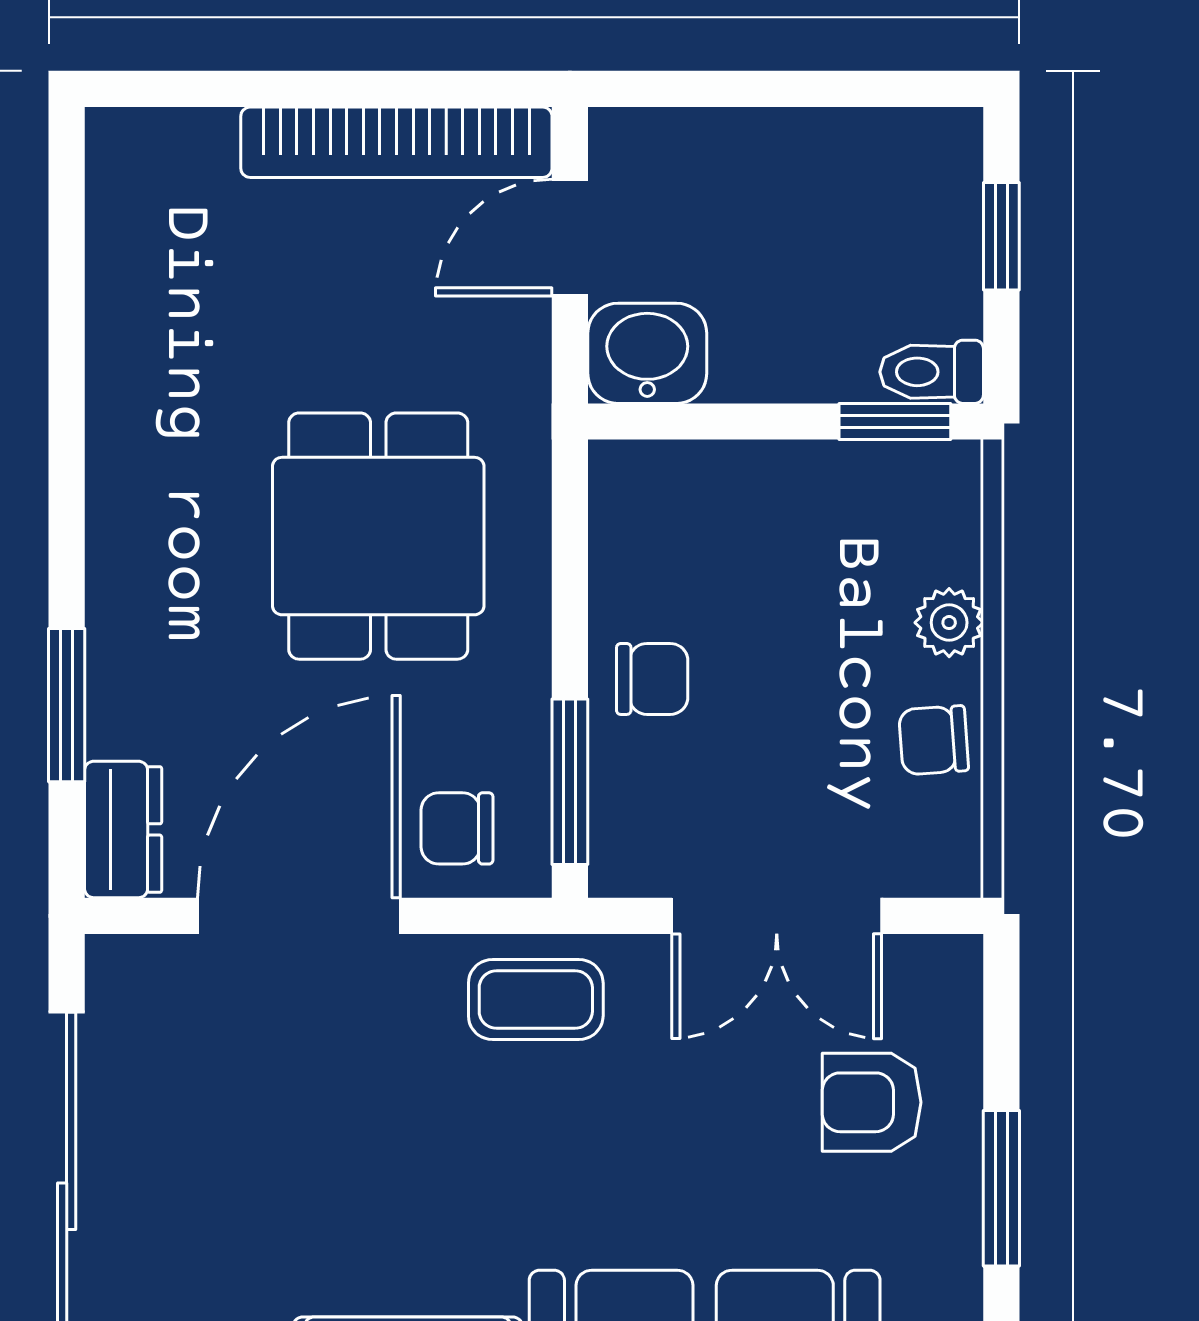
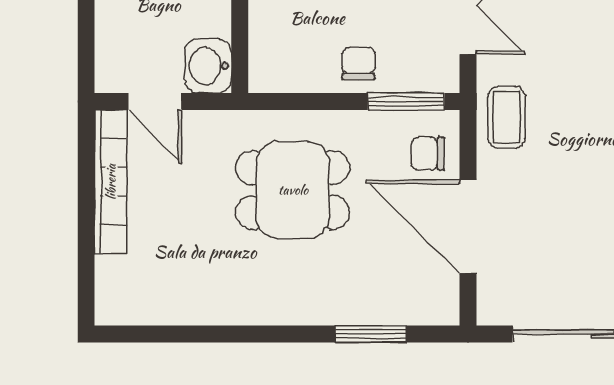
chair: (457, 828) -> (428, 154), turned 90
dresser: (123, 829) -> (428, 308), removed

